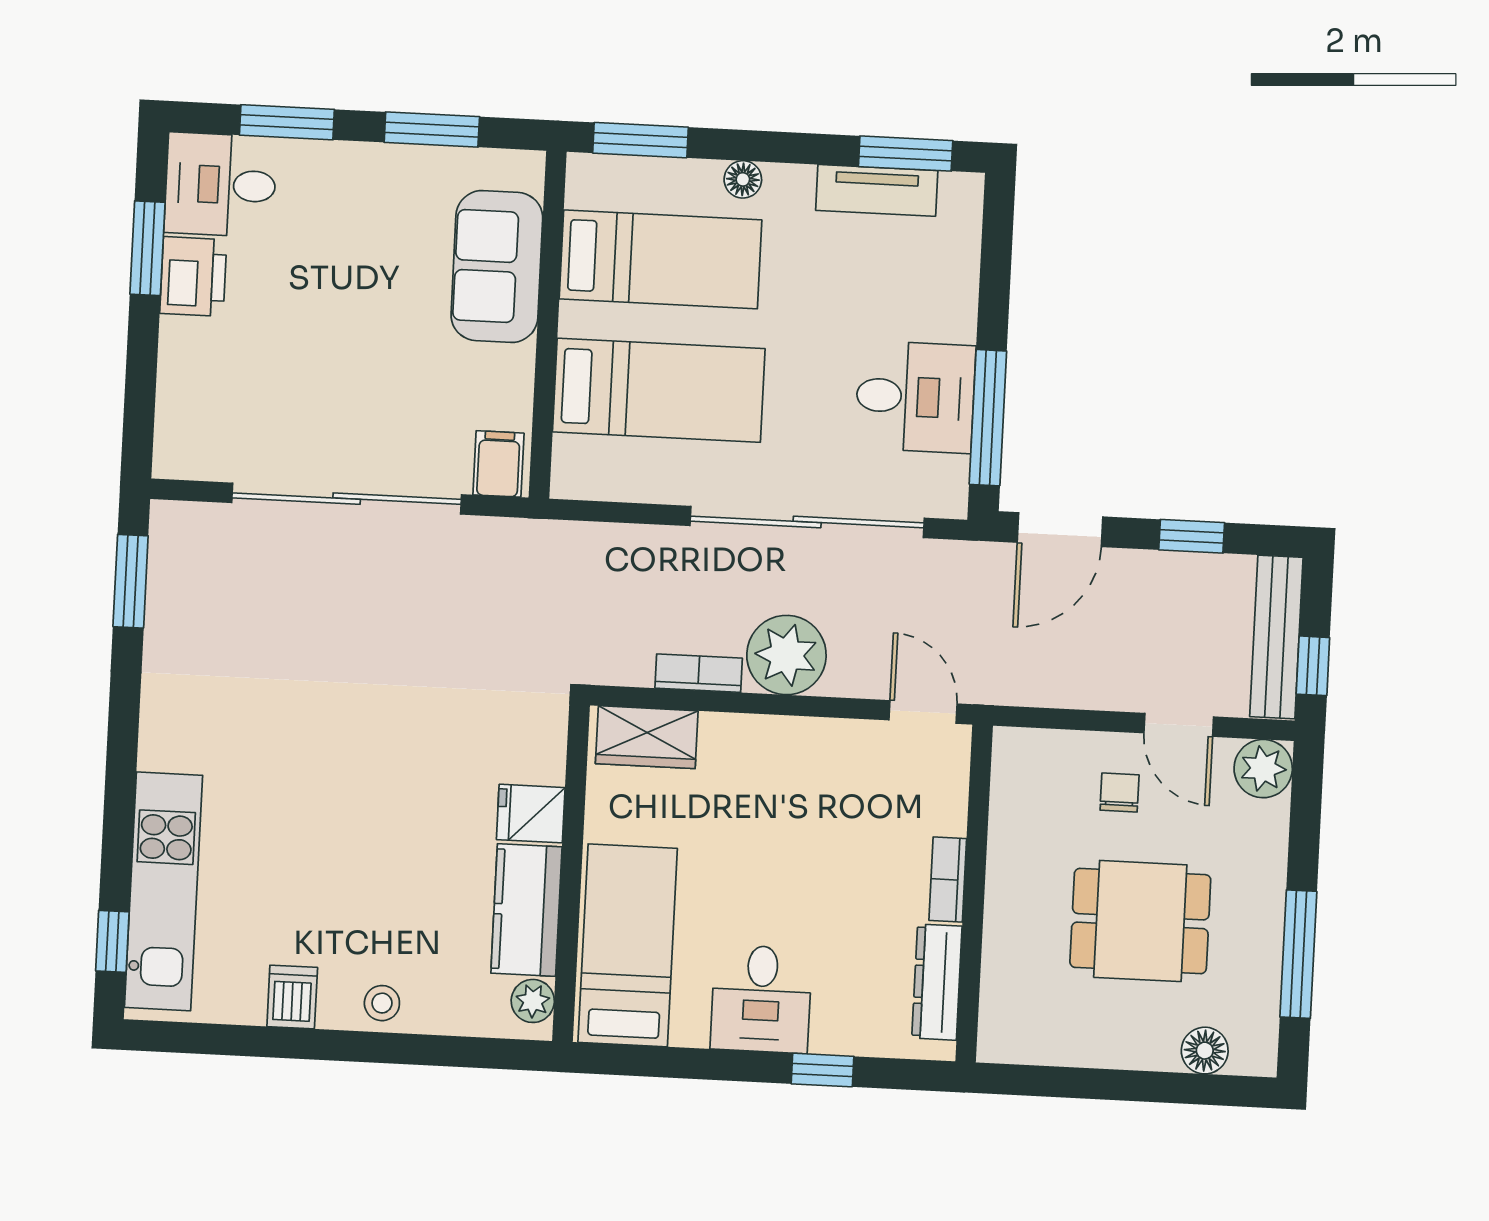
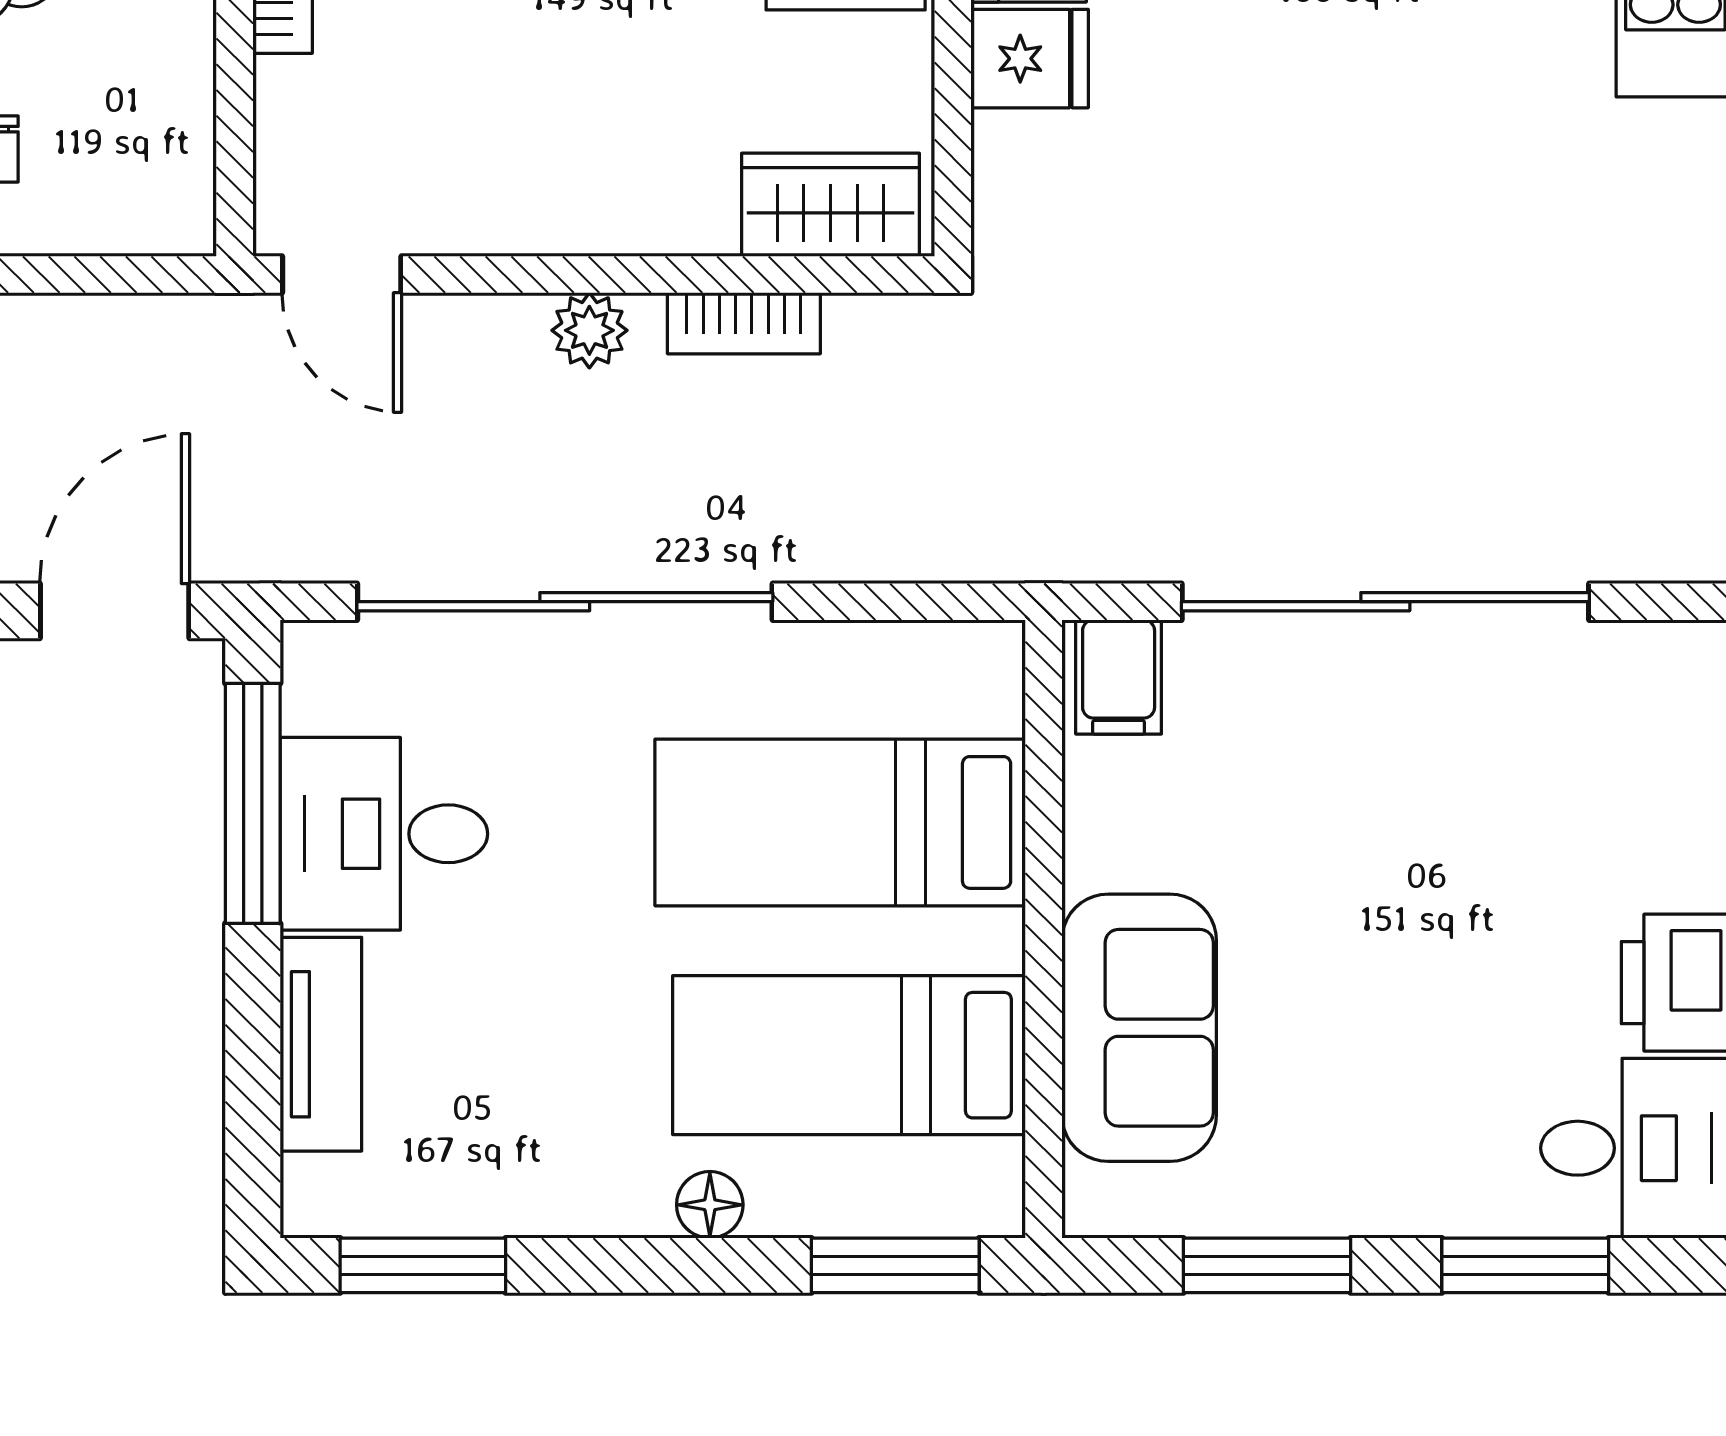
tv unit: (877, 190) -> (321, 1044), moved, turned 90
plant: (786, 655) -> (589, 330), width x0.53, depth x0.53

